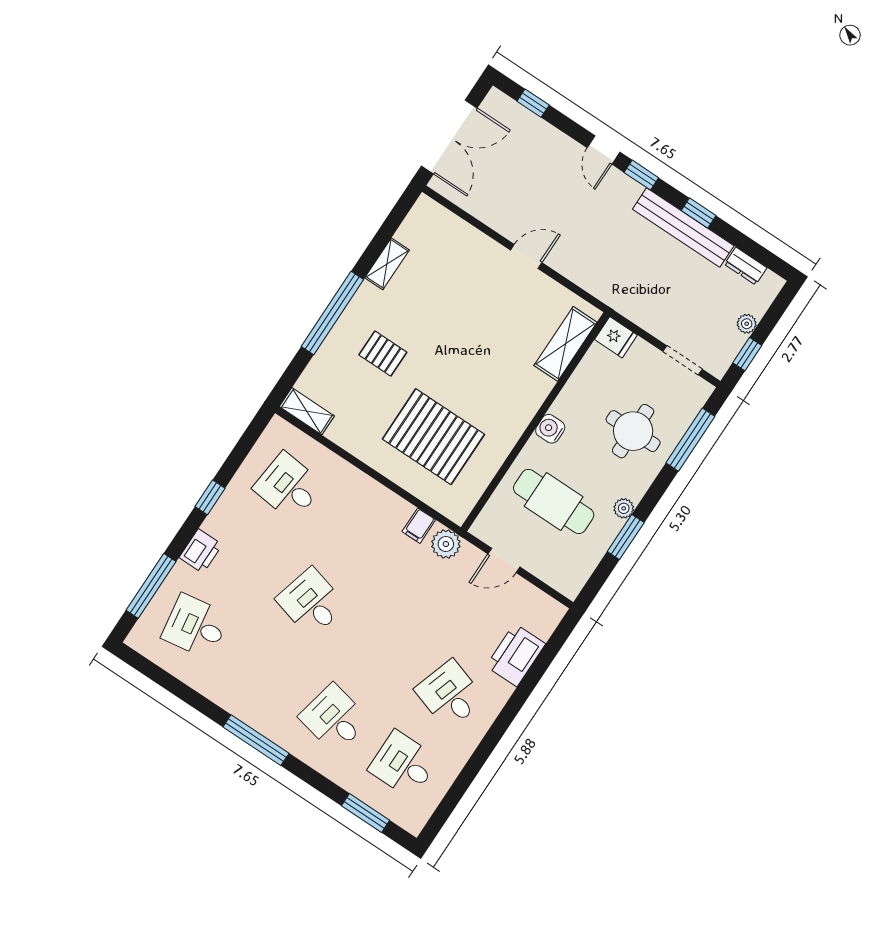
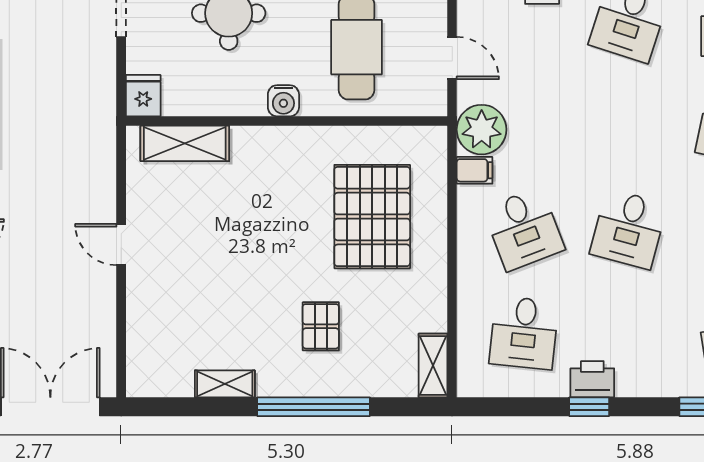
desk: (358, 533) -> (524, 229), added
plant: (446, 544) -> (482, 130), width x1.36, depth x1.36
printer: (201, 551) -> (592, 379), moved

